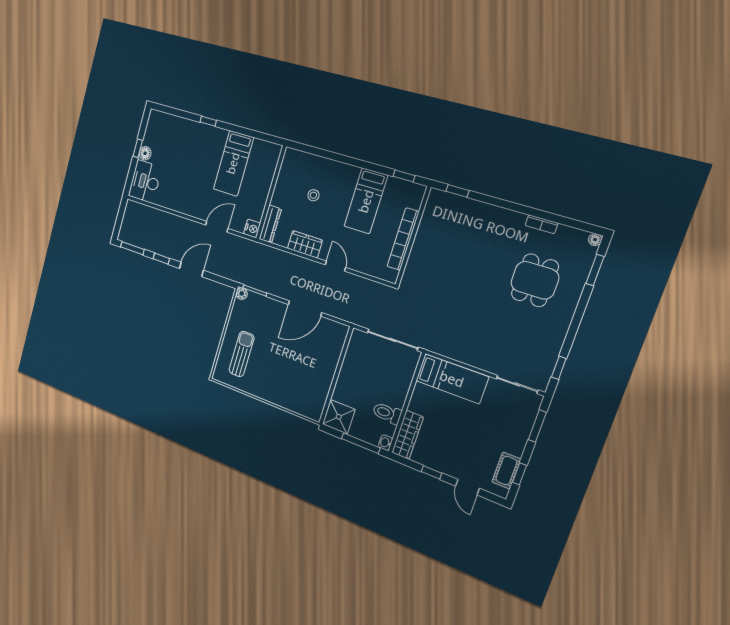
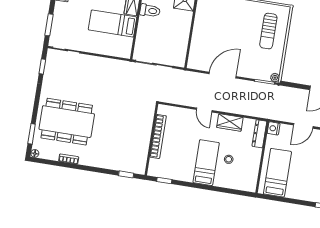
bed: (233, 163) -> (277, 173), moved
bed: (366, 201) -> (206, 163), moved
dining table: (535, 280) -> (67, 122), width x1.88, depth x1.24
bed: (452, 379) -> (112, 23), moved

